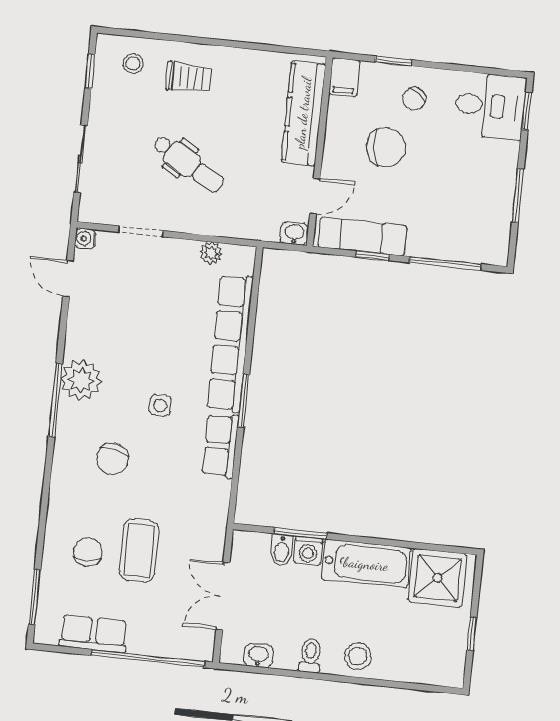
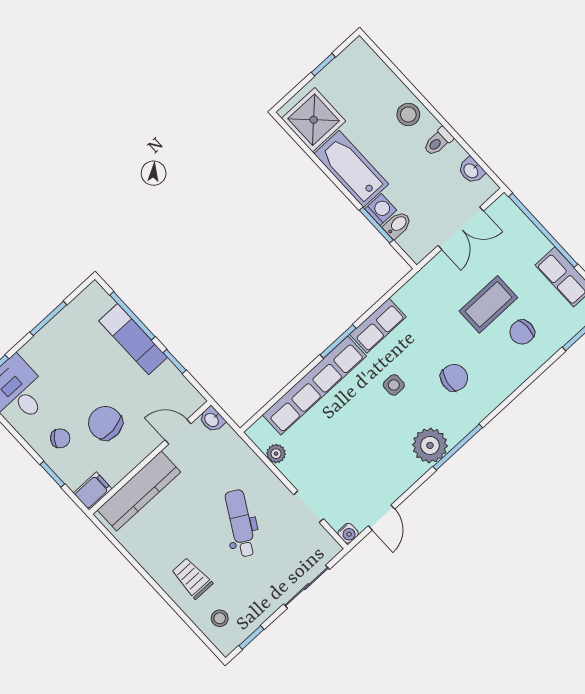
exam couch: (362, 236) -> (133, 339), moved

